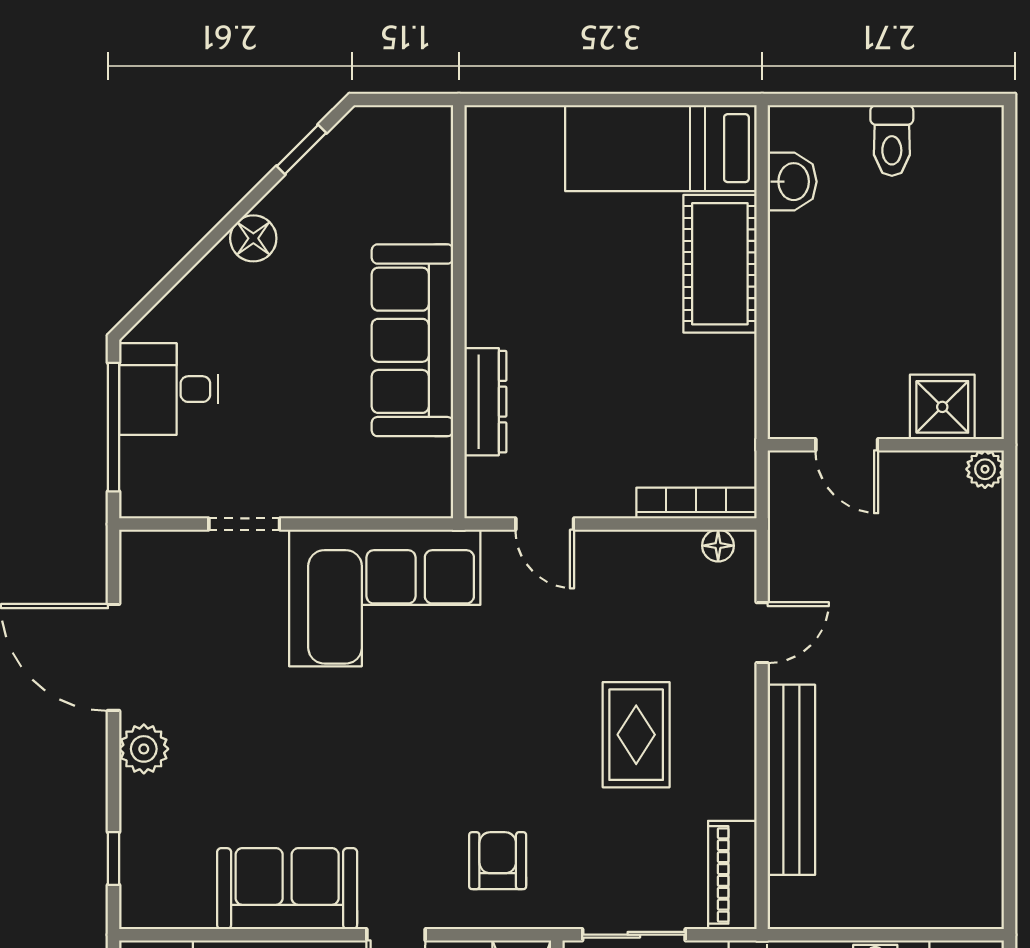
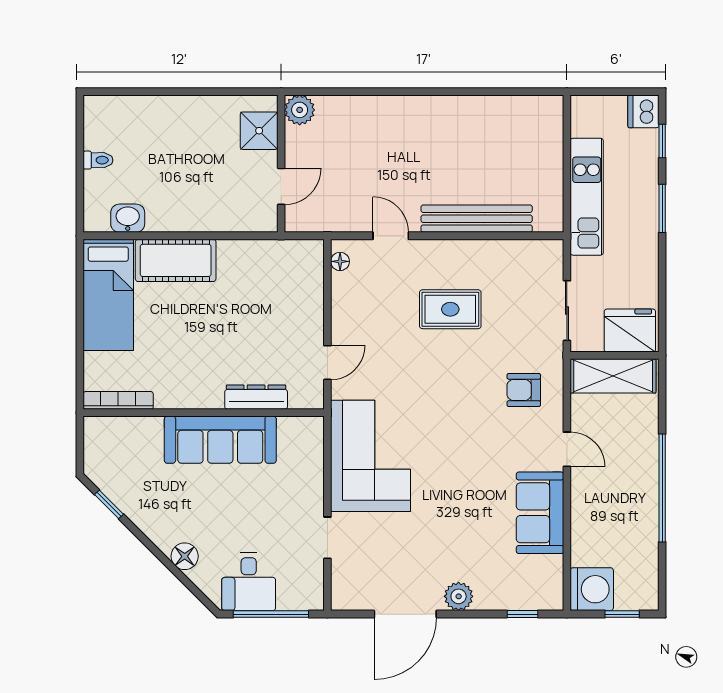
toilet: (892, 140) -> (98, 160), width x0.73, depth x0.72
floor lamp: (253, 238) -> (185, 556), moved
plant: (985, 469) -> (300, 110), width x1.38, depth x1.38
bookcase: (696, 503) -> (118, 400), moved, turned 90
piano: (732, 875) -> (532, 253), removed

